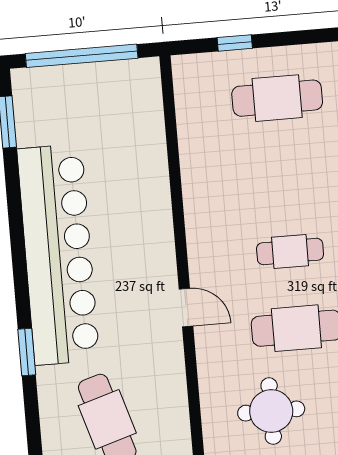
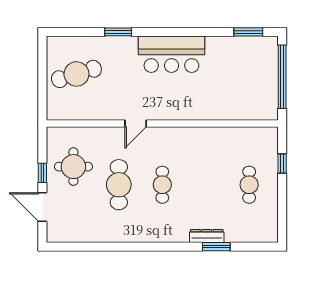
cafe table: (277, 98) -> (249, 185), width x0.73, depth x0.74
bar counter: (58, 255) -> (171, 54), width x0.54

